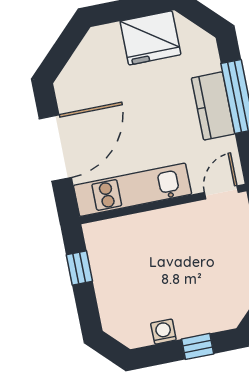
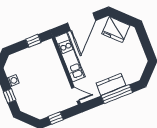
fridge: (150, 38) -> (116, 30), moved, turned -45
door: (55, 148) -> (82, 22), hinge flipped

